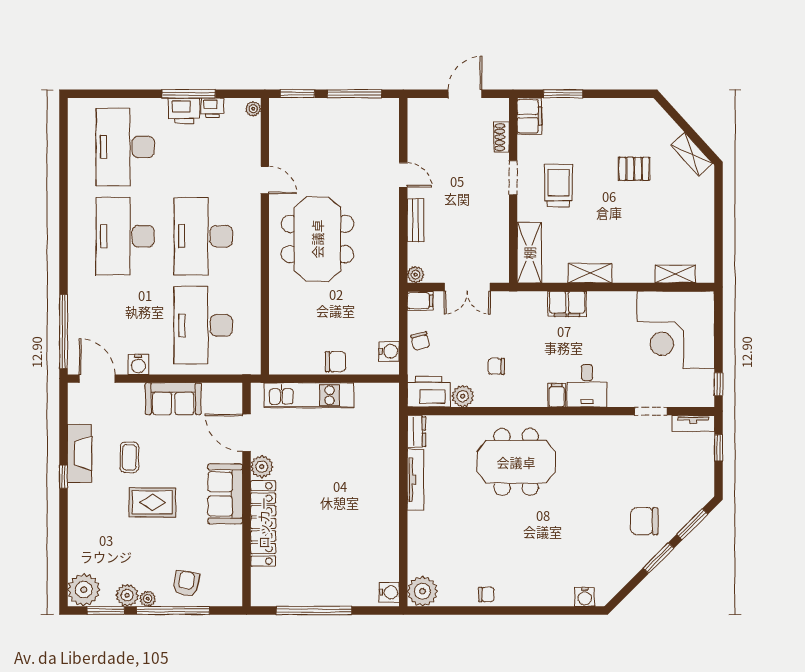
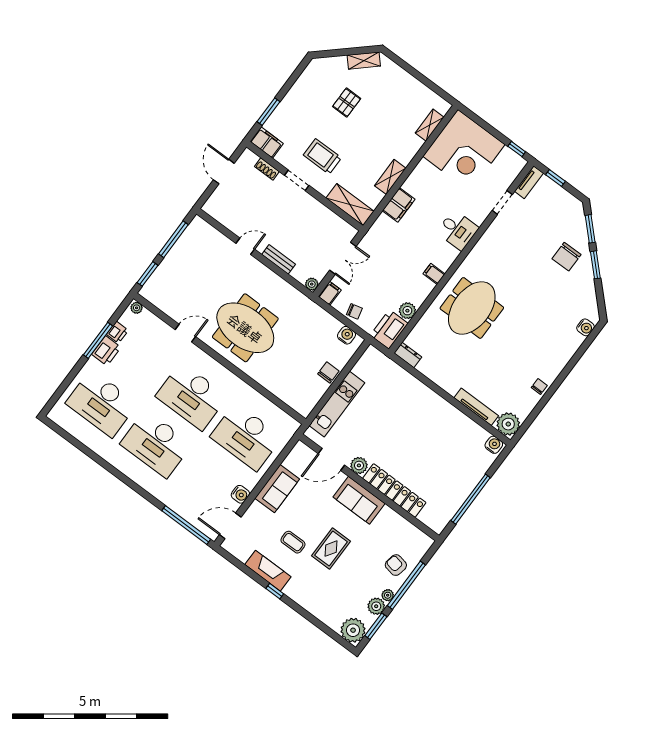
chair: (496, 366) -> (405, 277), removed
filing cabinet: (557, 395) -> (434, 274), moved
tv unit: (416, 480) -> (476, 407), moved

